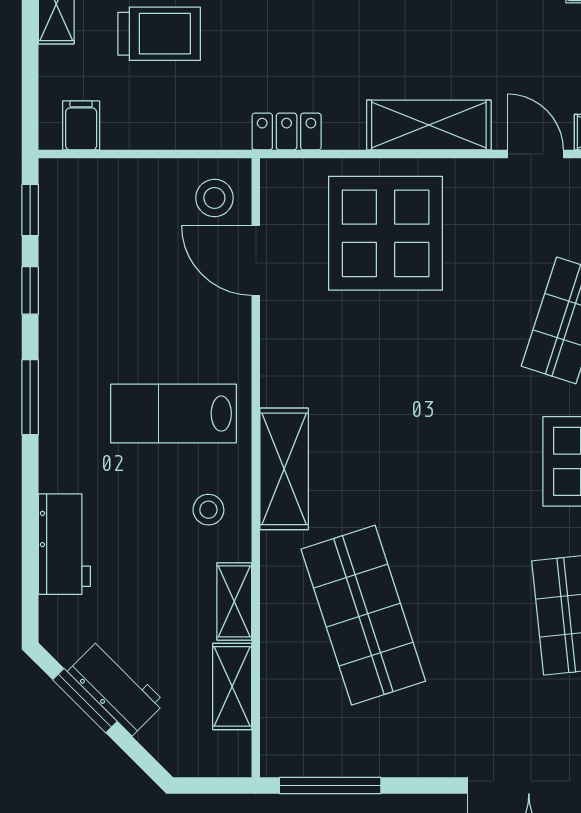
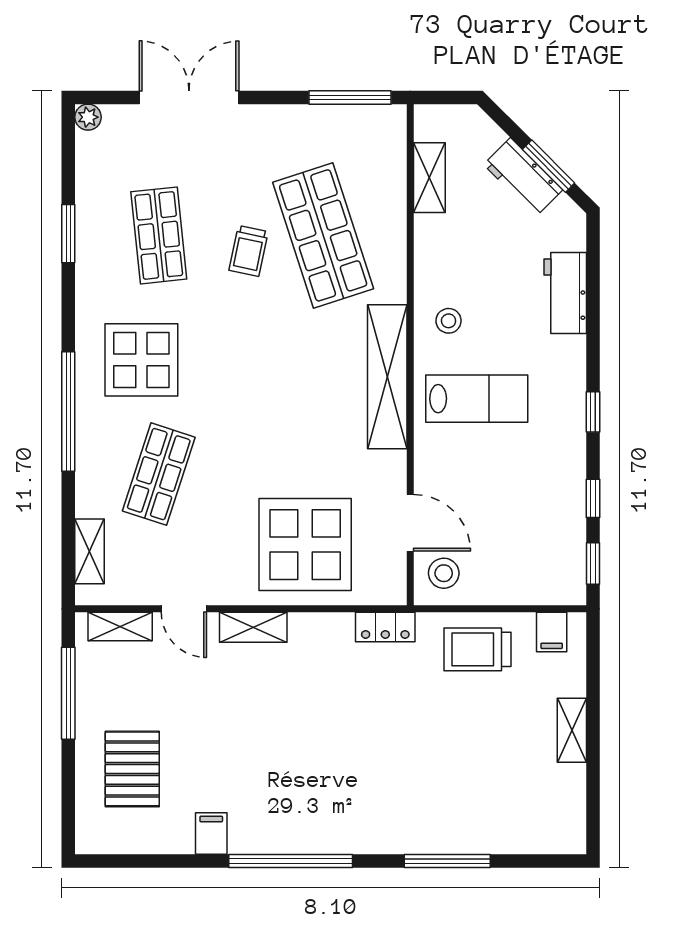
trolley: (159, 34) -> (477, 649), moved
shelving: (429, 125) -> (253, 627), width x0.67, depth x0.75
window: (30, 397) -> (593, 412), width x0.67
shelving: (284, 469) -> (387, 377), width x1.47
trolley: (455, 596) -> (249, 251), added
shelving: (234, 601) -> (428, 246), removed

